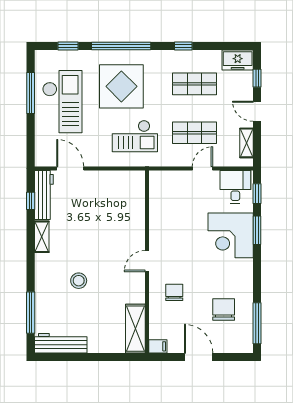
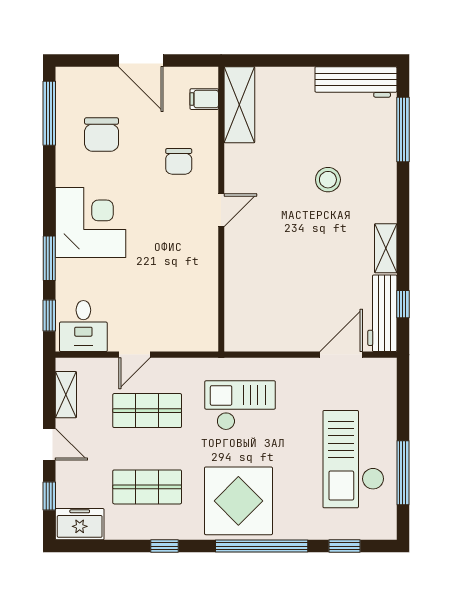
display table: (121, 86) -> (238, 501), moved
door: (70, 169) -> (341, 355), swing flipped
corner desk: (231, 235) -> (91, 222), moved
filing cabinet: (158, 346) -> (204, 99), moved

